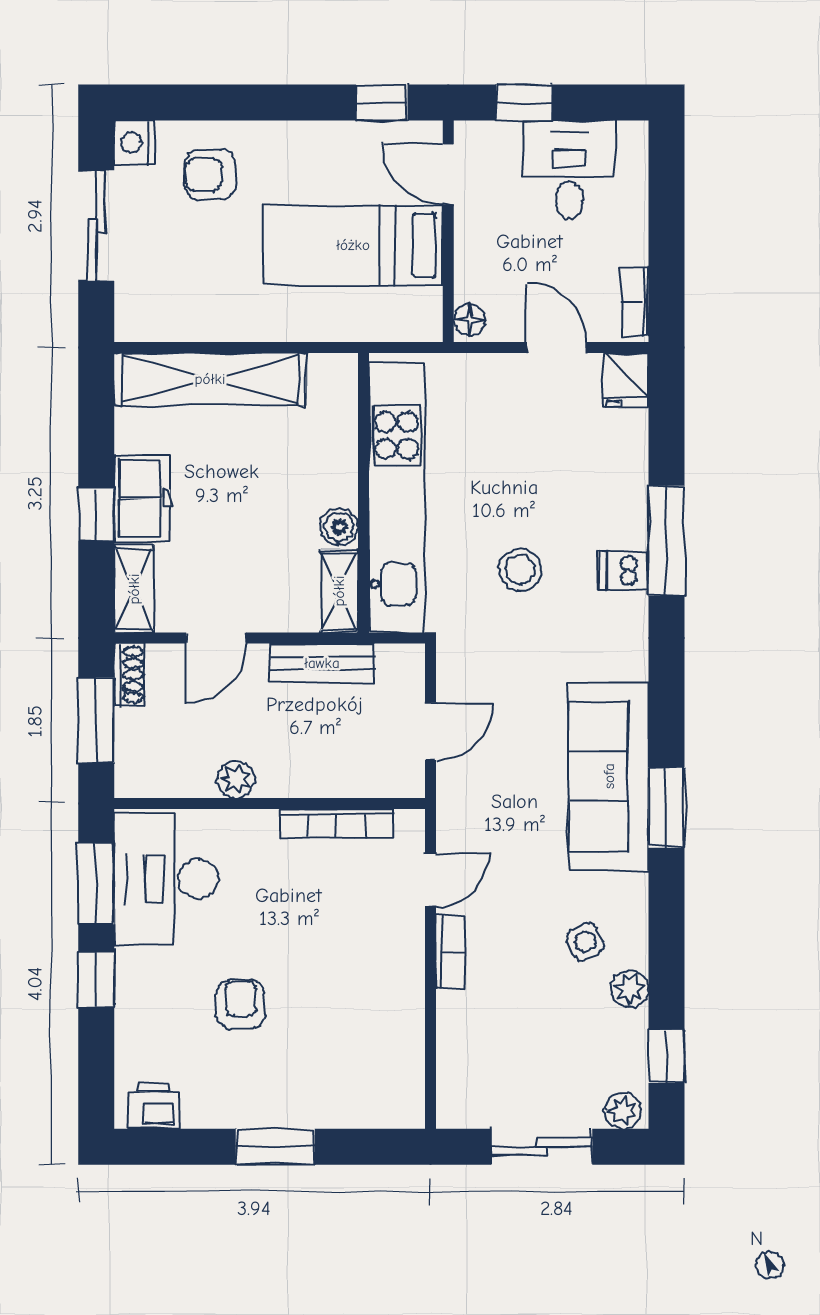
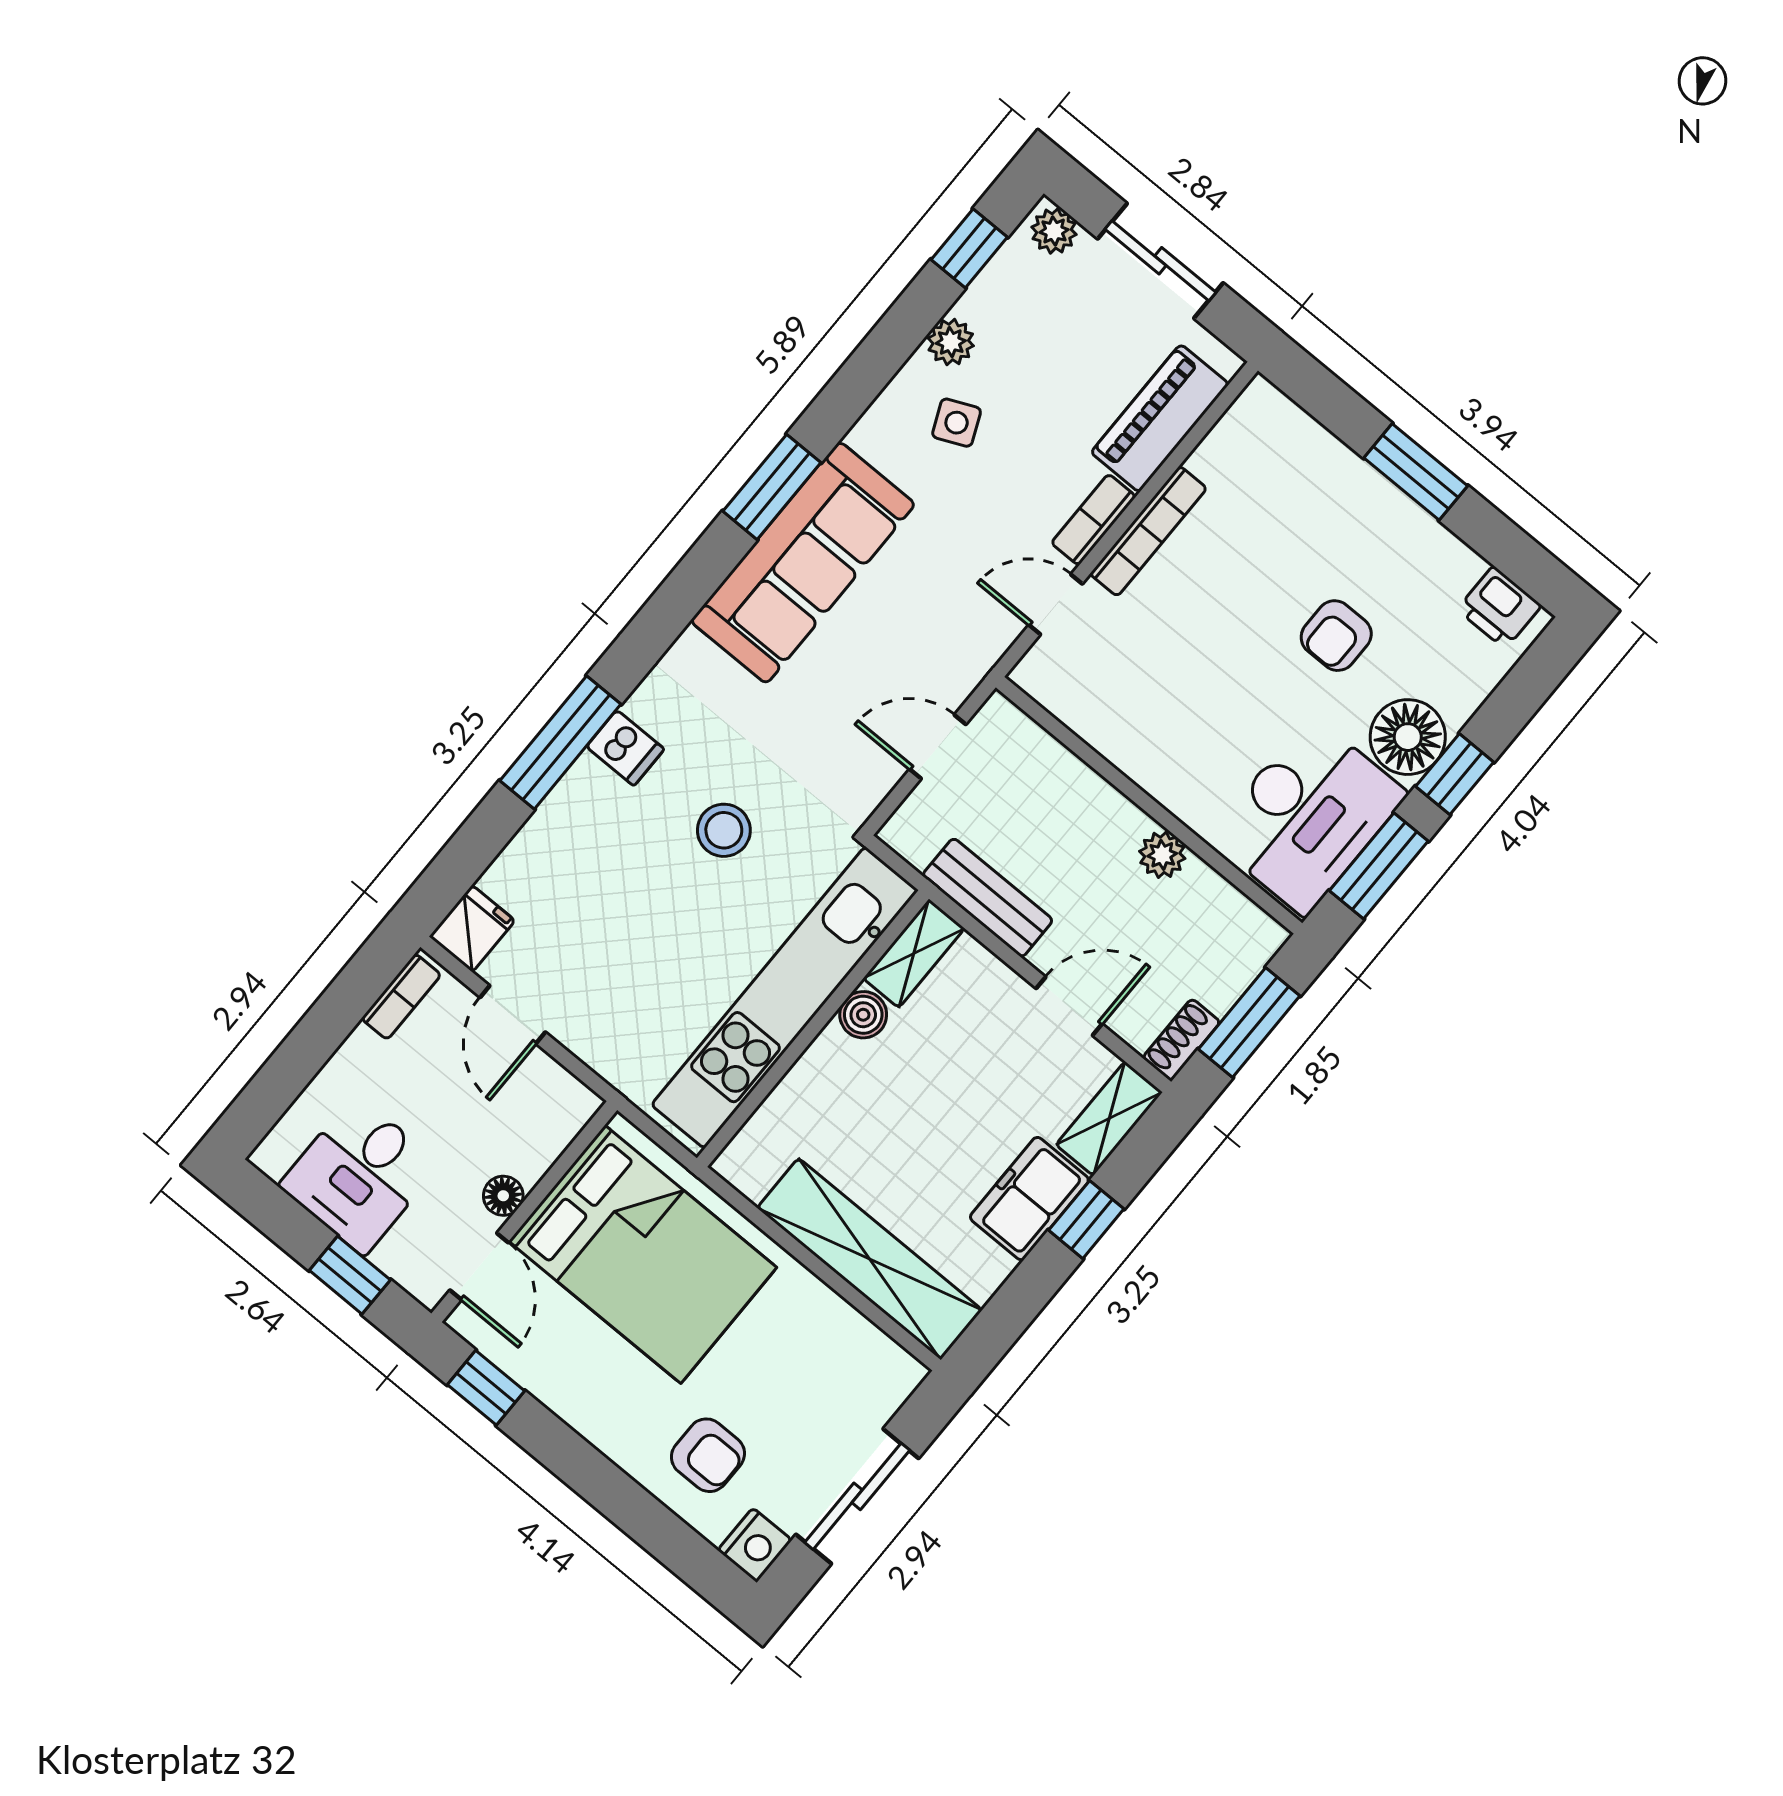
bed: (353, 245) -> (643, 1254), width x1.50
floor lamp: (470, 320) -> (503, 1196), moved
bookcase: (336, 823) -> (1148, 531), moved, turned 90
floor lamp: (144, 978) -> (1408, 737), added
piano: (461, 1049) -> (1160, 418), added

